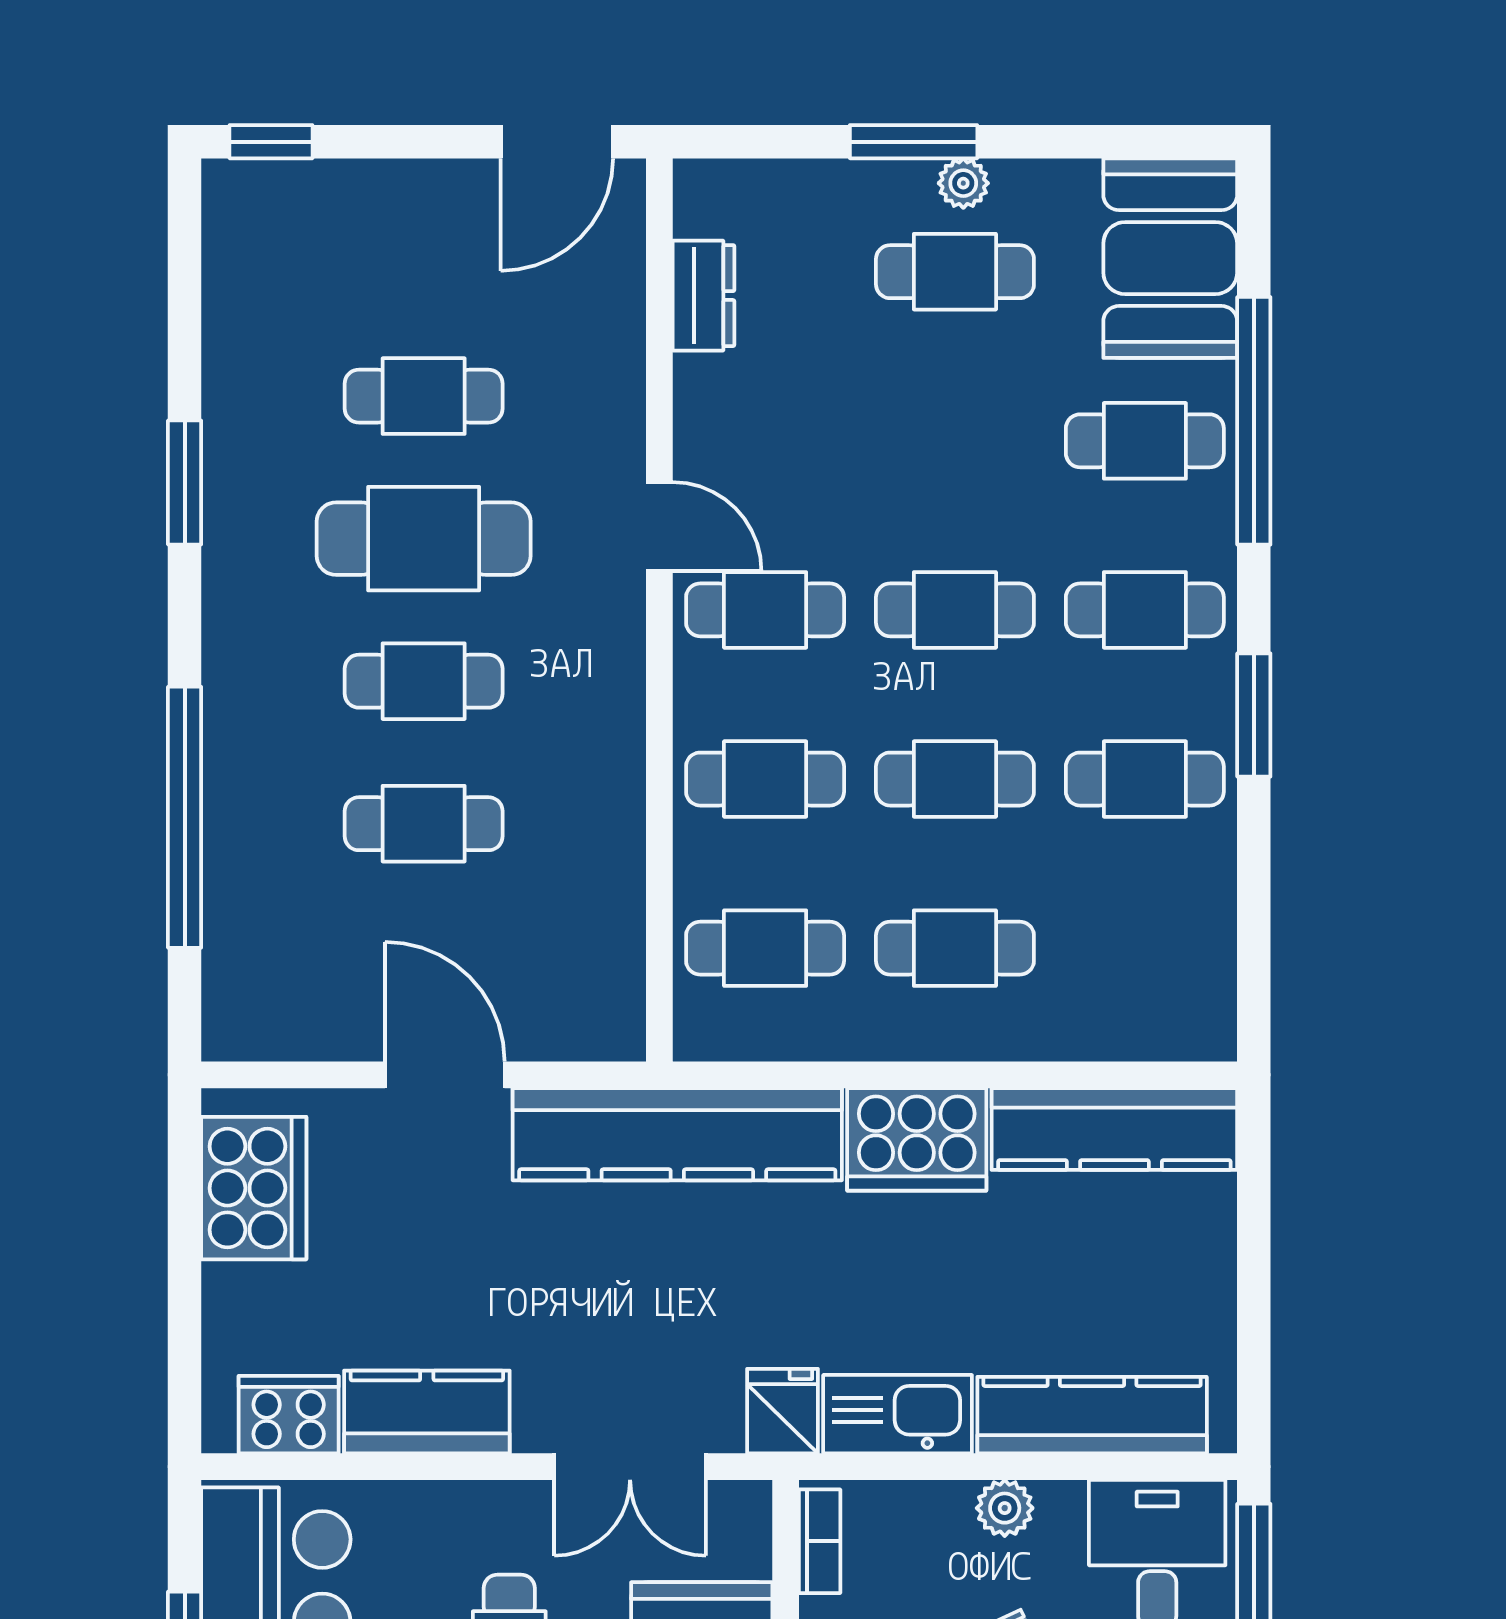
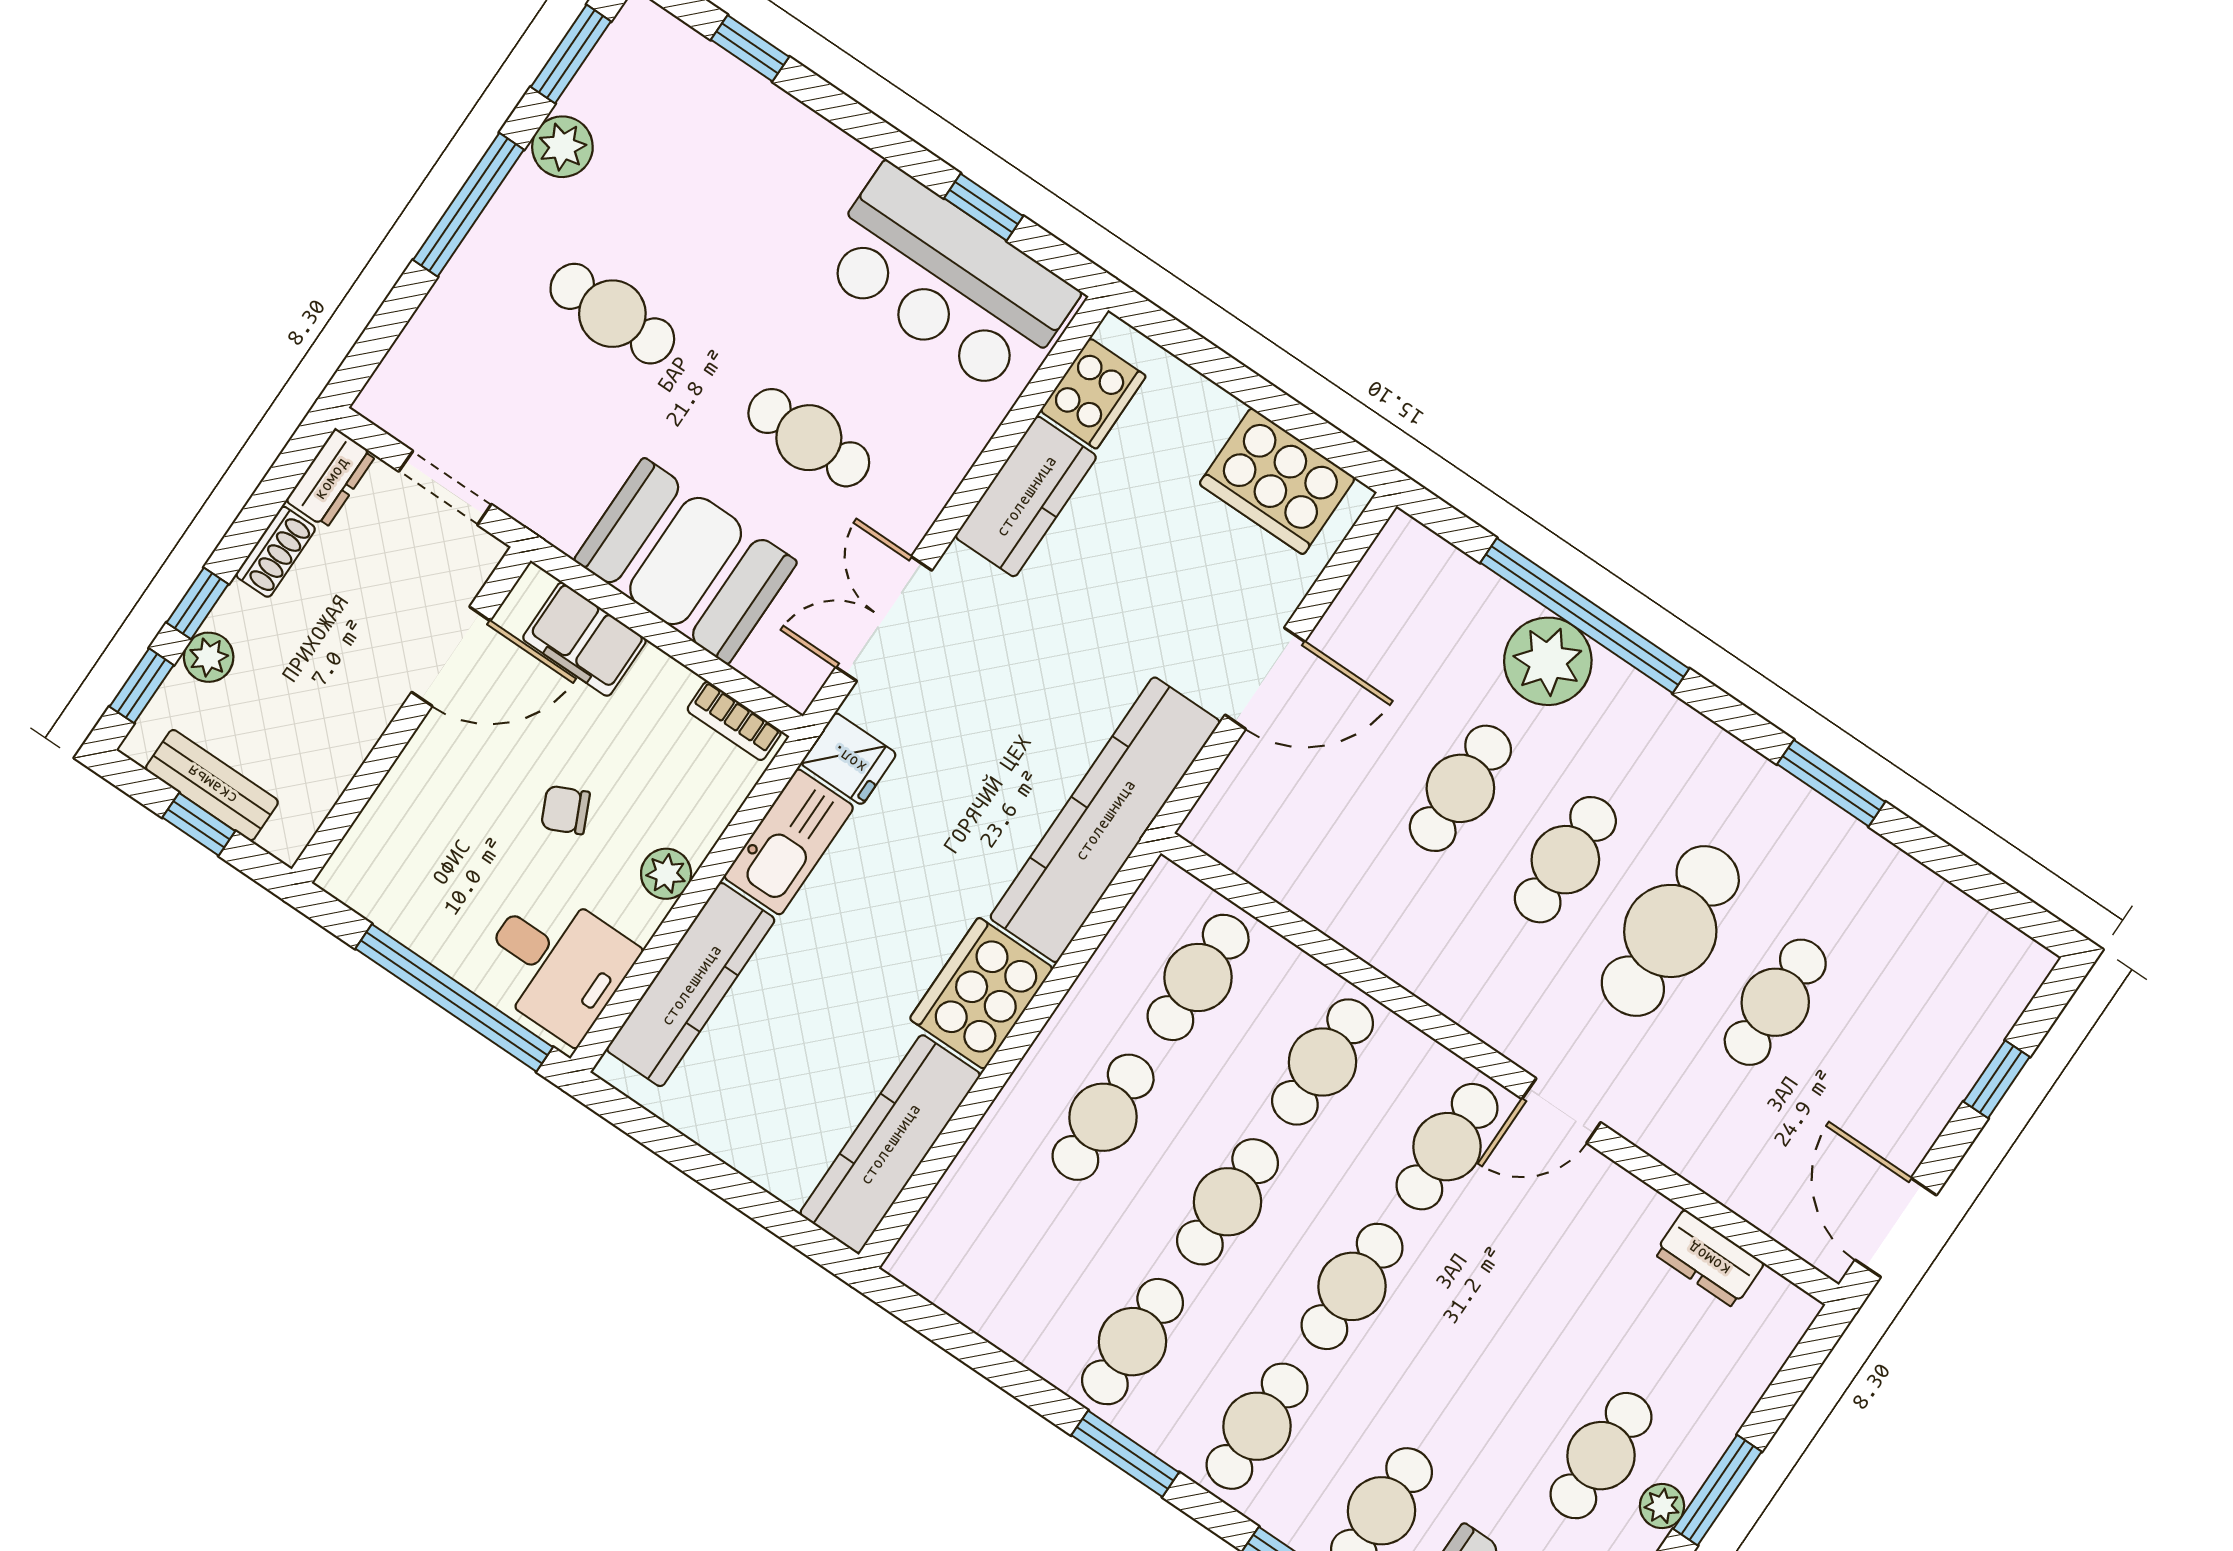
window: (271, 142) -> (1997, 1079), moved
plant: (250, 823) -> (1548, 661), added

